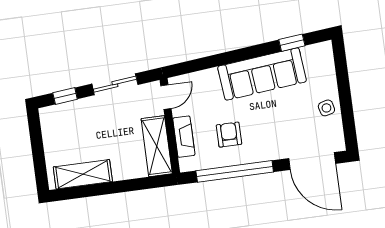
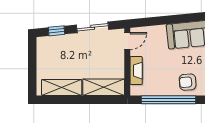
armchair: (229, 135) -> (188, 82), moved, turned -94
shelving: (157, 146) -> (104, 87), moved, turned 90

